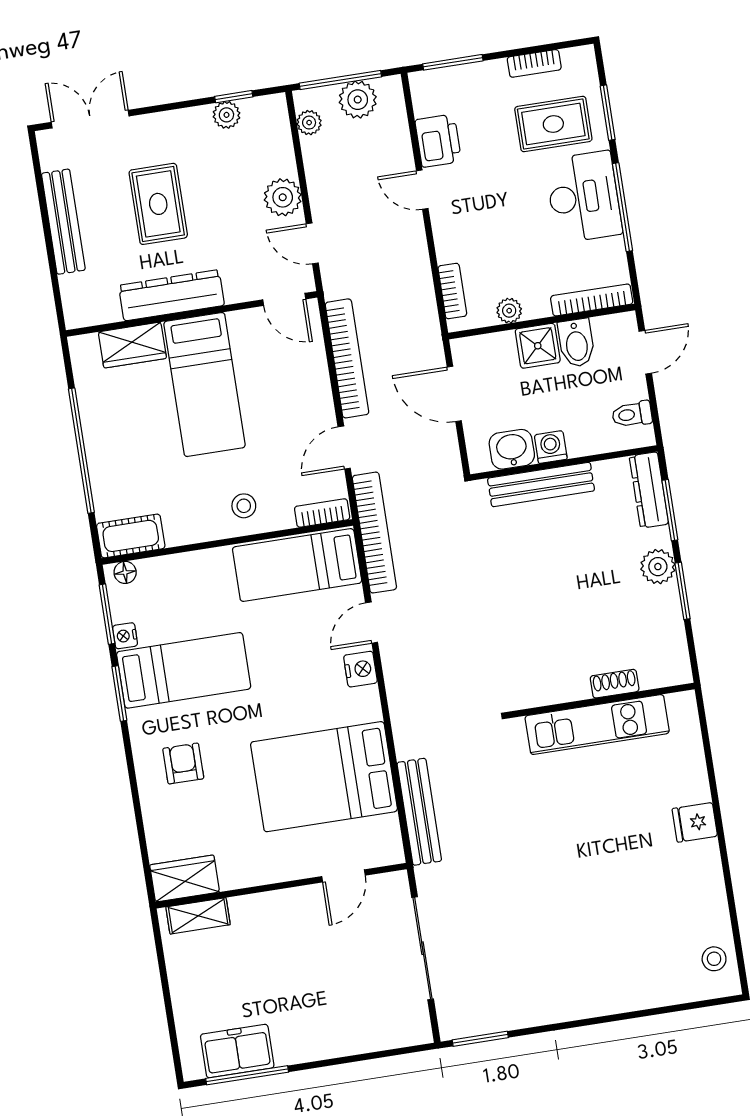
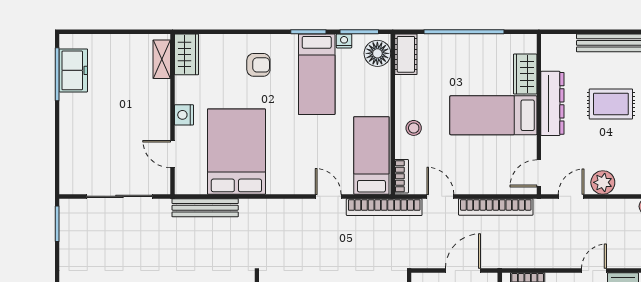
floor lamp: (125, 572) -> (377, 53), width x1.89, depth x1.89
nightstand: (360, 669) -> (184, 115), moved, turned 90

